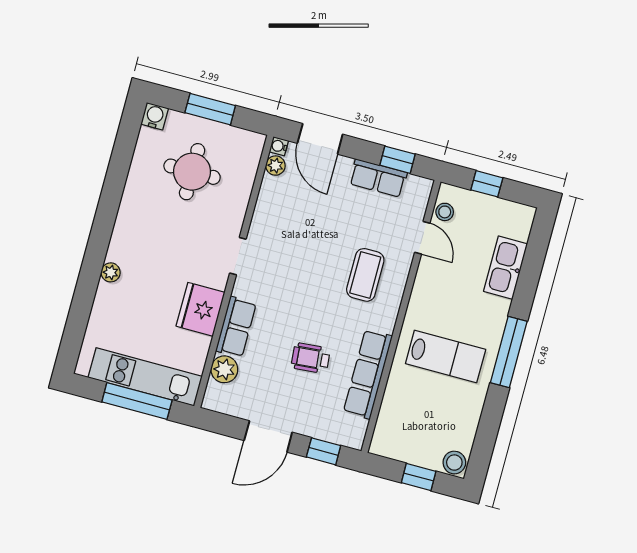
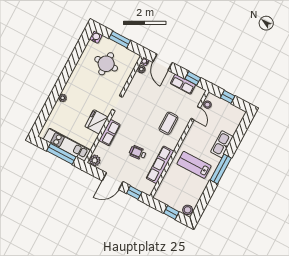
kitchen sink: (506, 268) -> (222, 144), moved
lab bench: (446, 356) -> (194, 165), turned 180
plant: (224, 369) -> (95, 160), moved

